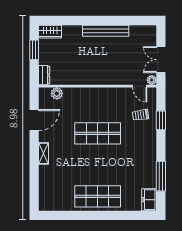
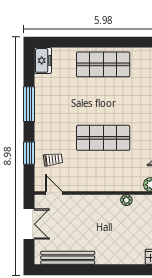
bench: (106, 31) -> (68, 258), moved
plant: (152, 80) -> (126, 200), moved
window: (161, 176) -> (29, 104), moved

